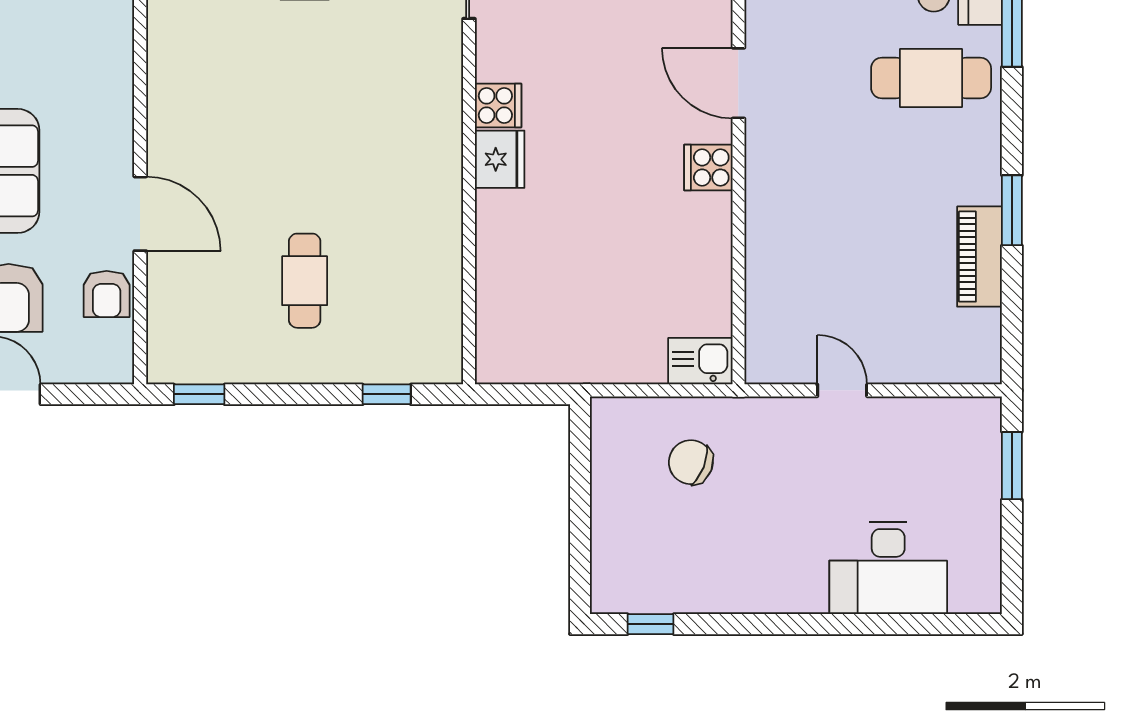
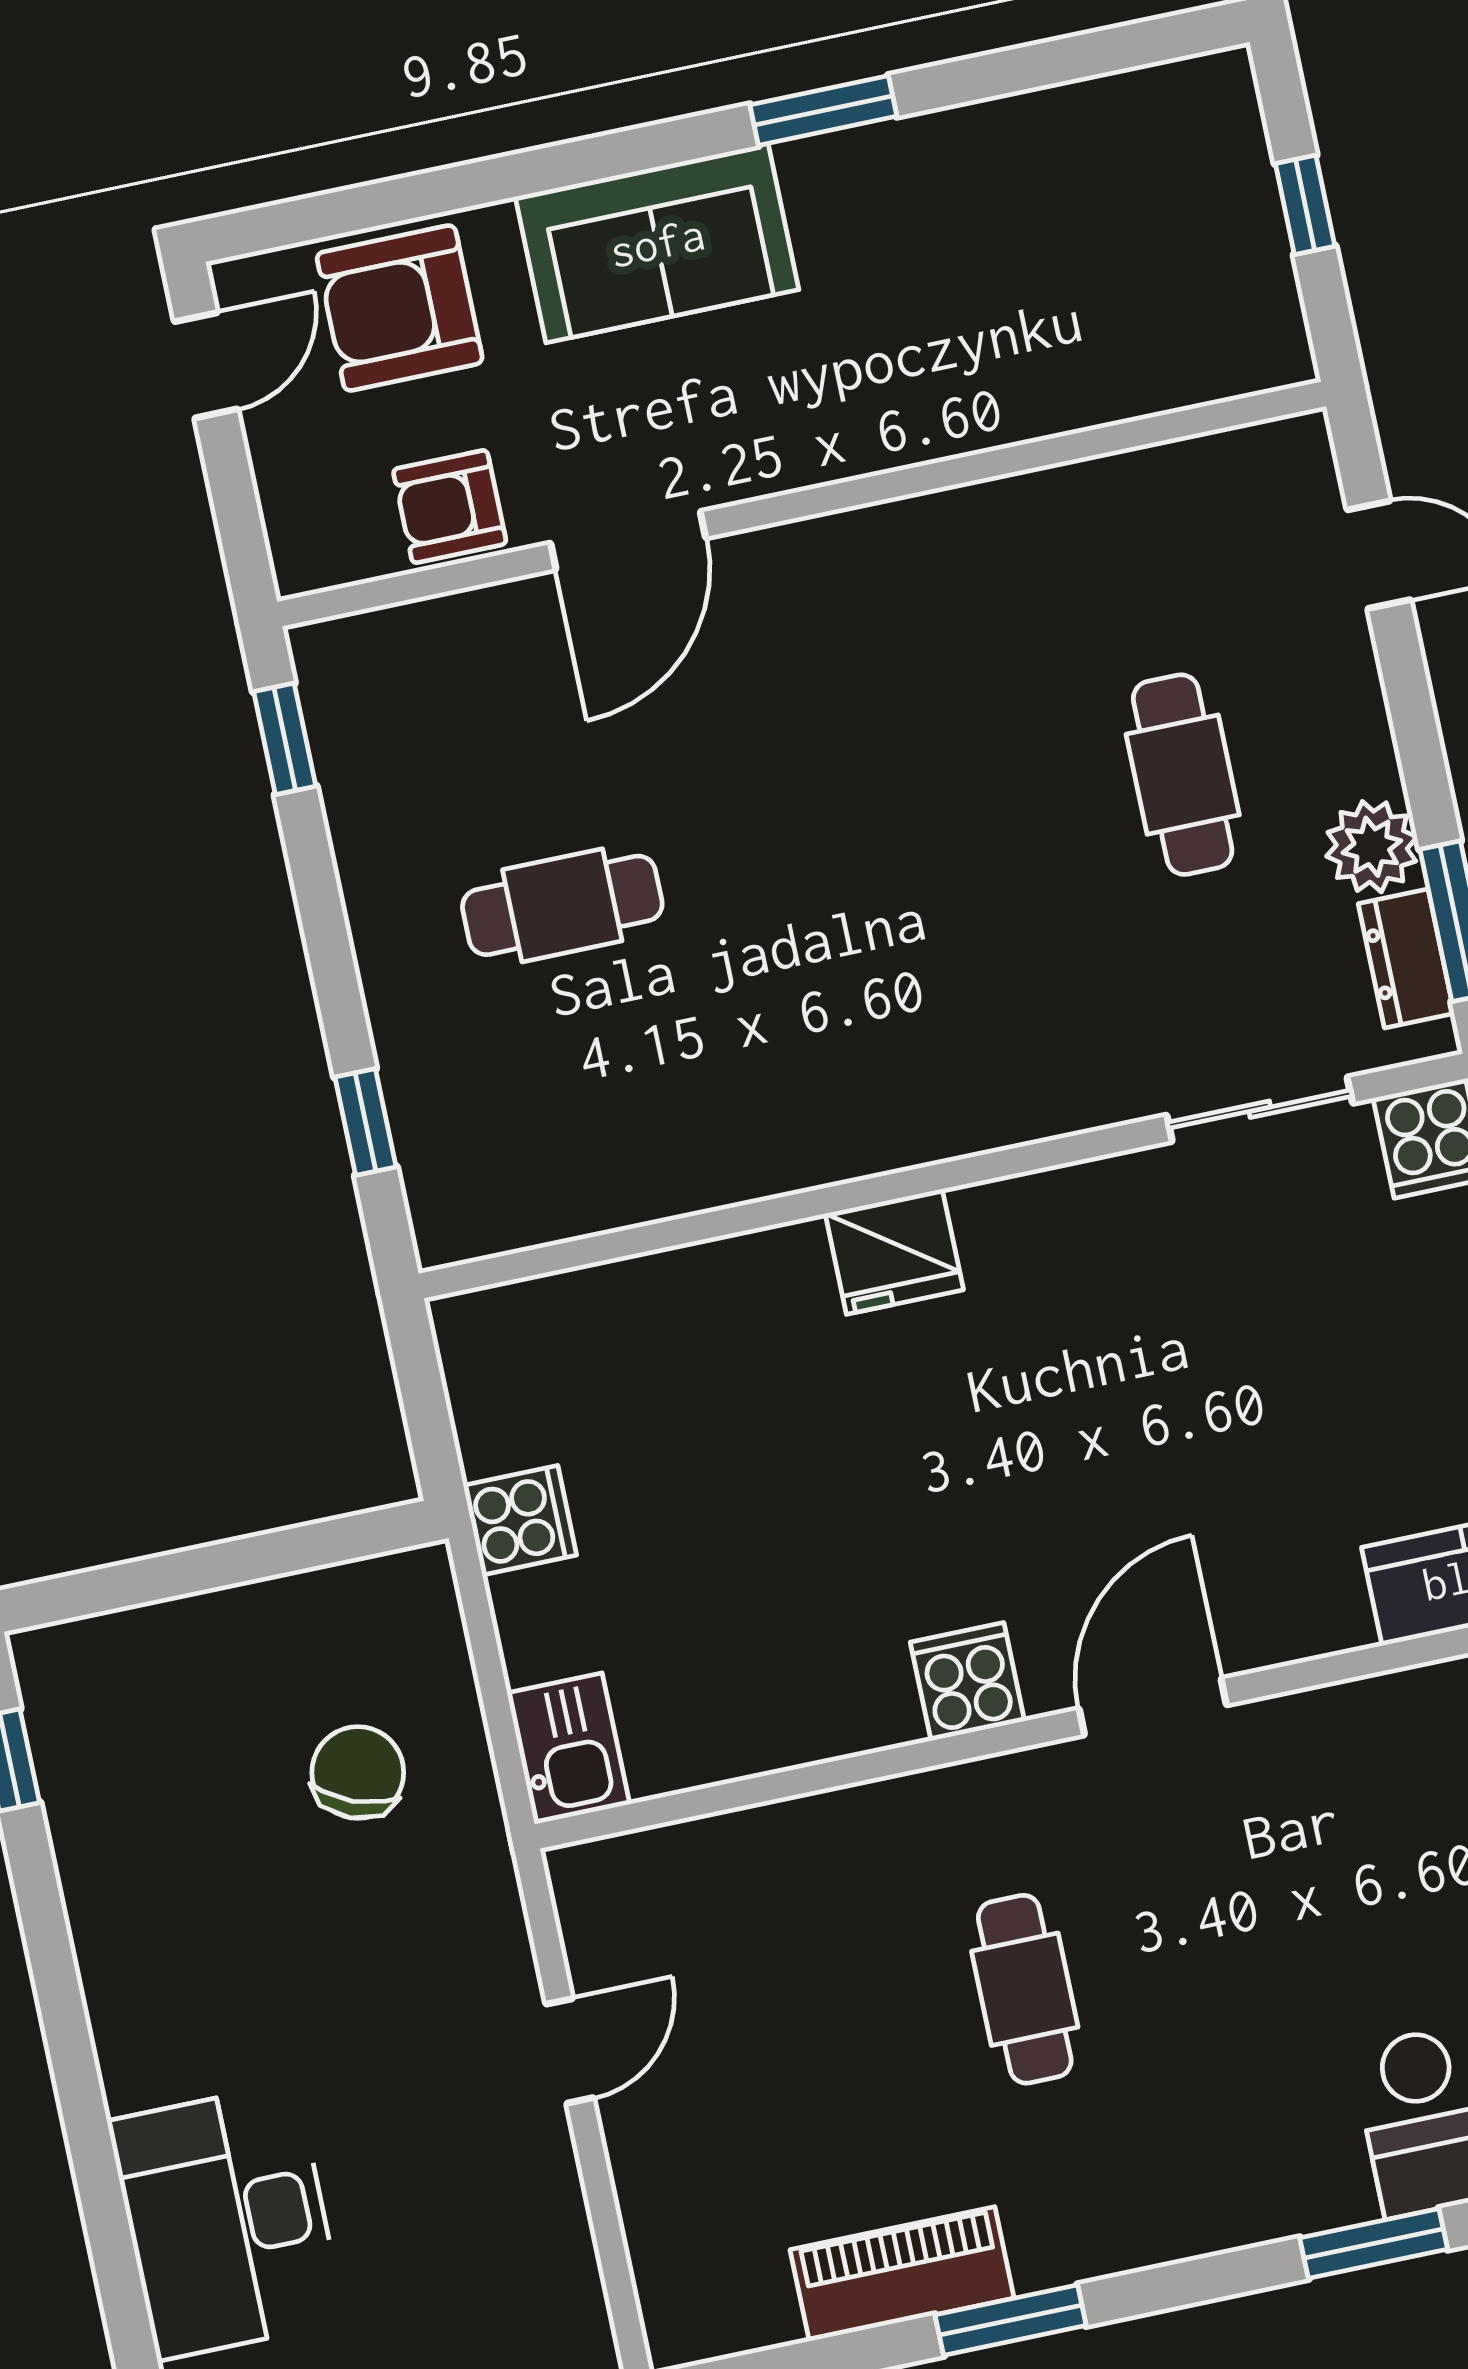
cafe table: (931, 78) -> (1025, 1989), moved, width x0.73, depth x0.74
cooker: (498, 105) -> (520, 1520), moved, turned -90

